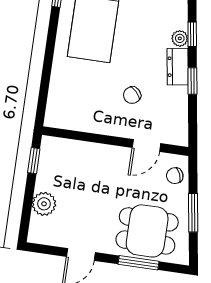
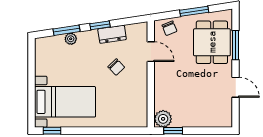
window: (192, 34) -> (67, 30), width x1.50
dresser: (178, 67) -> (112, 34), moved
plant: (44, 204) -> (163, 119), moved

